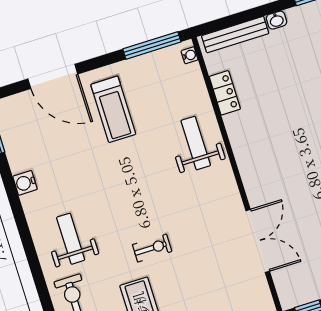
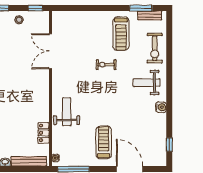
weight bench: (196, 143) -> (67, 112), turned 180
water cooler: (25, 183) -> (161, 107), moved
weight bench: (71, 239) -> (147, 83), turned 90

